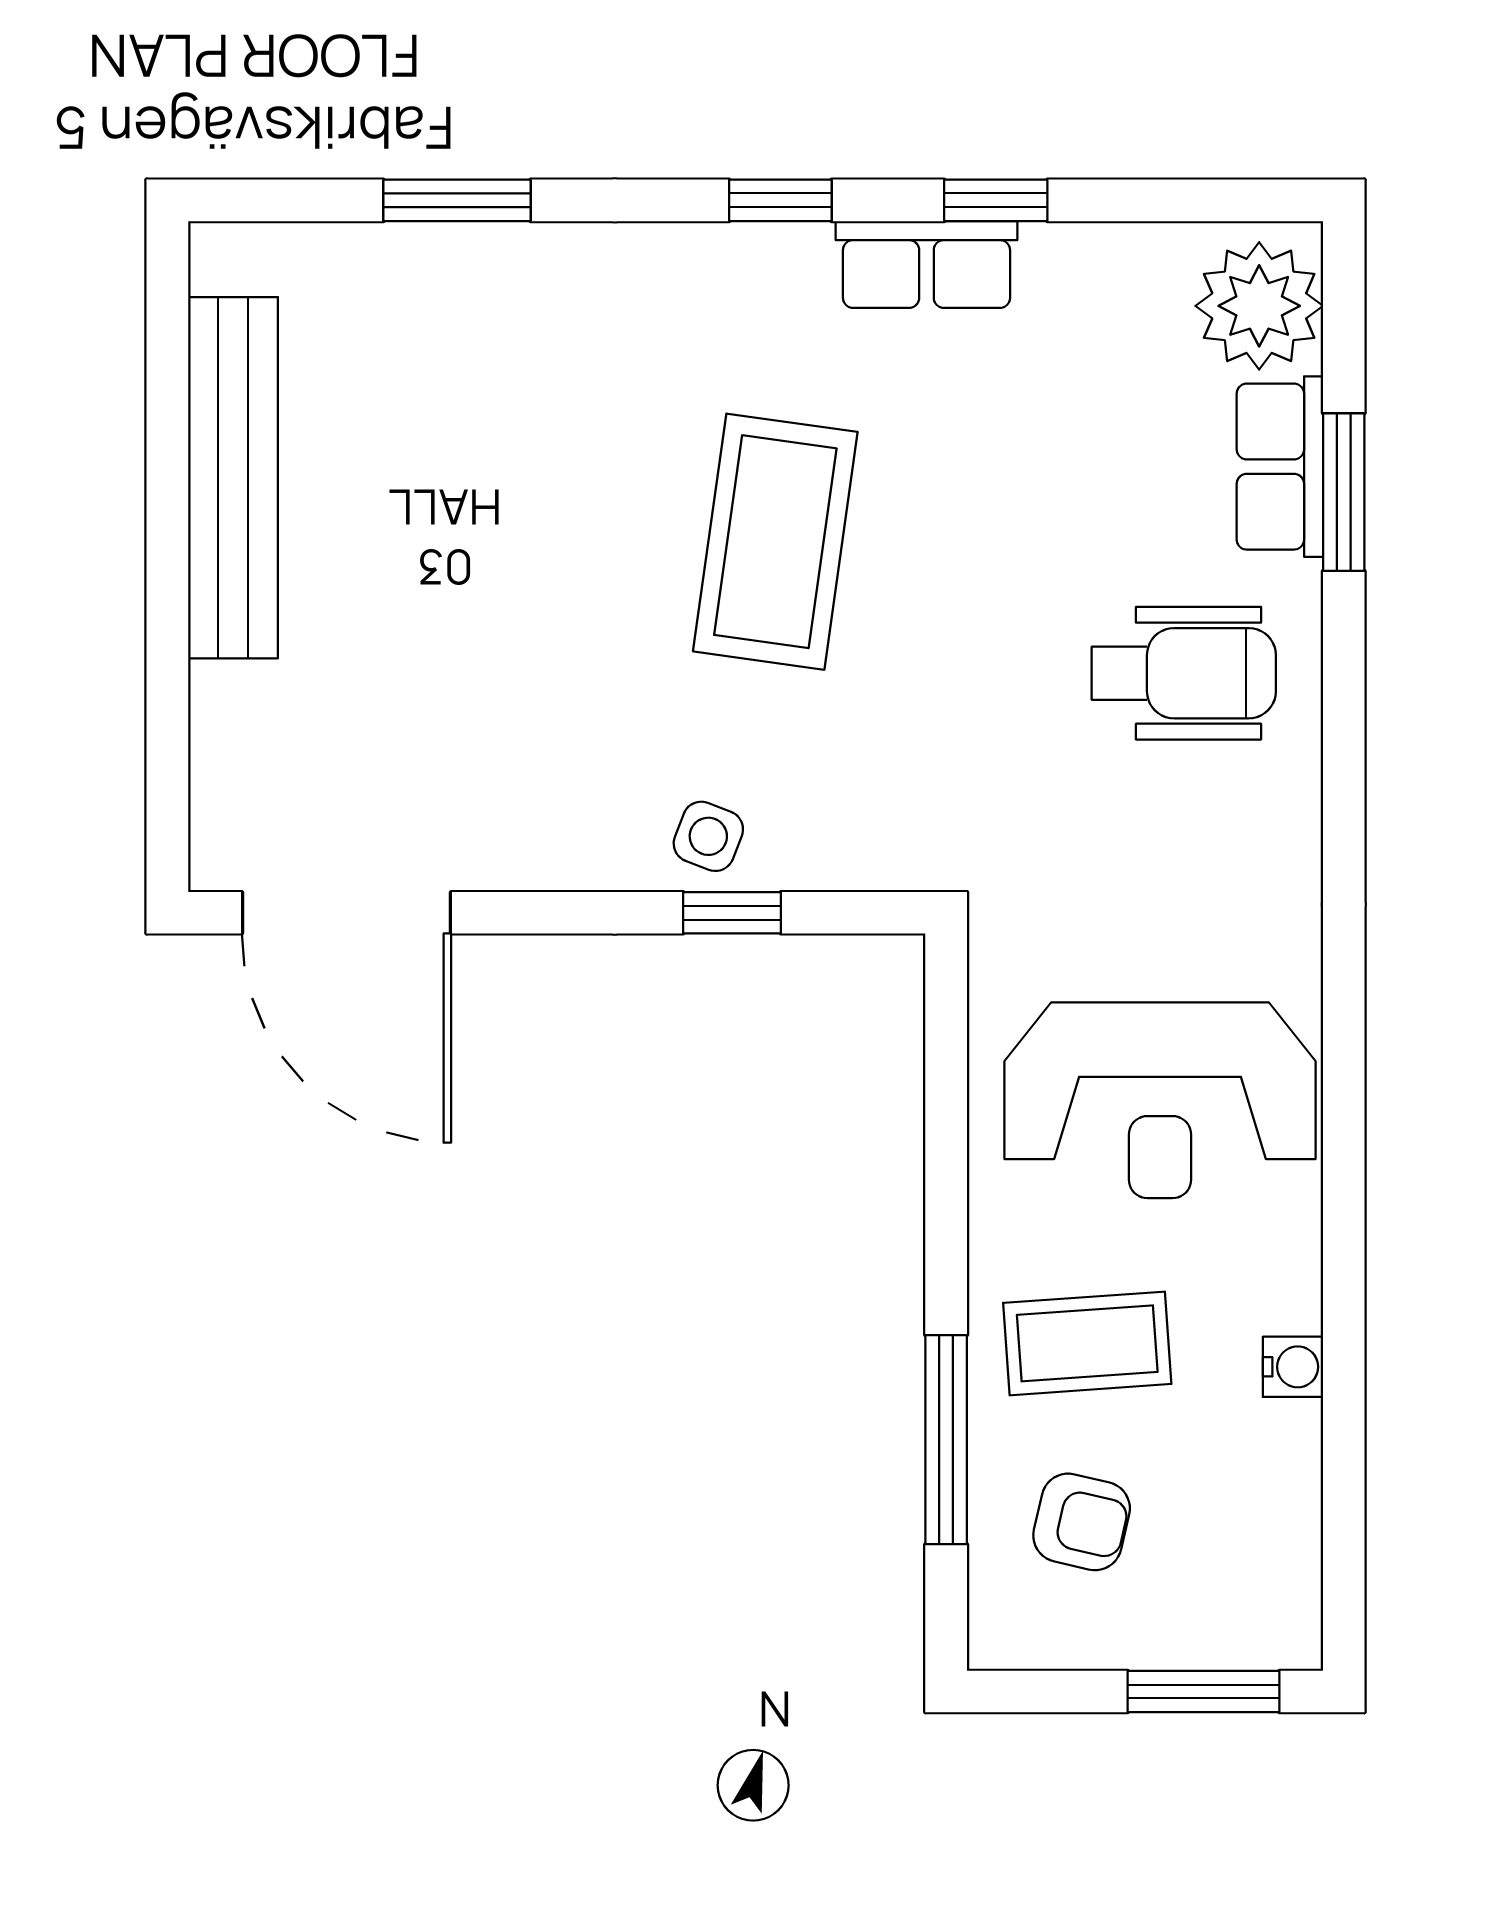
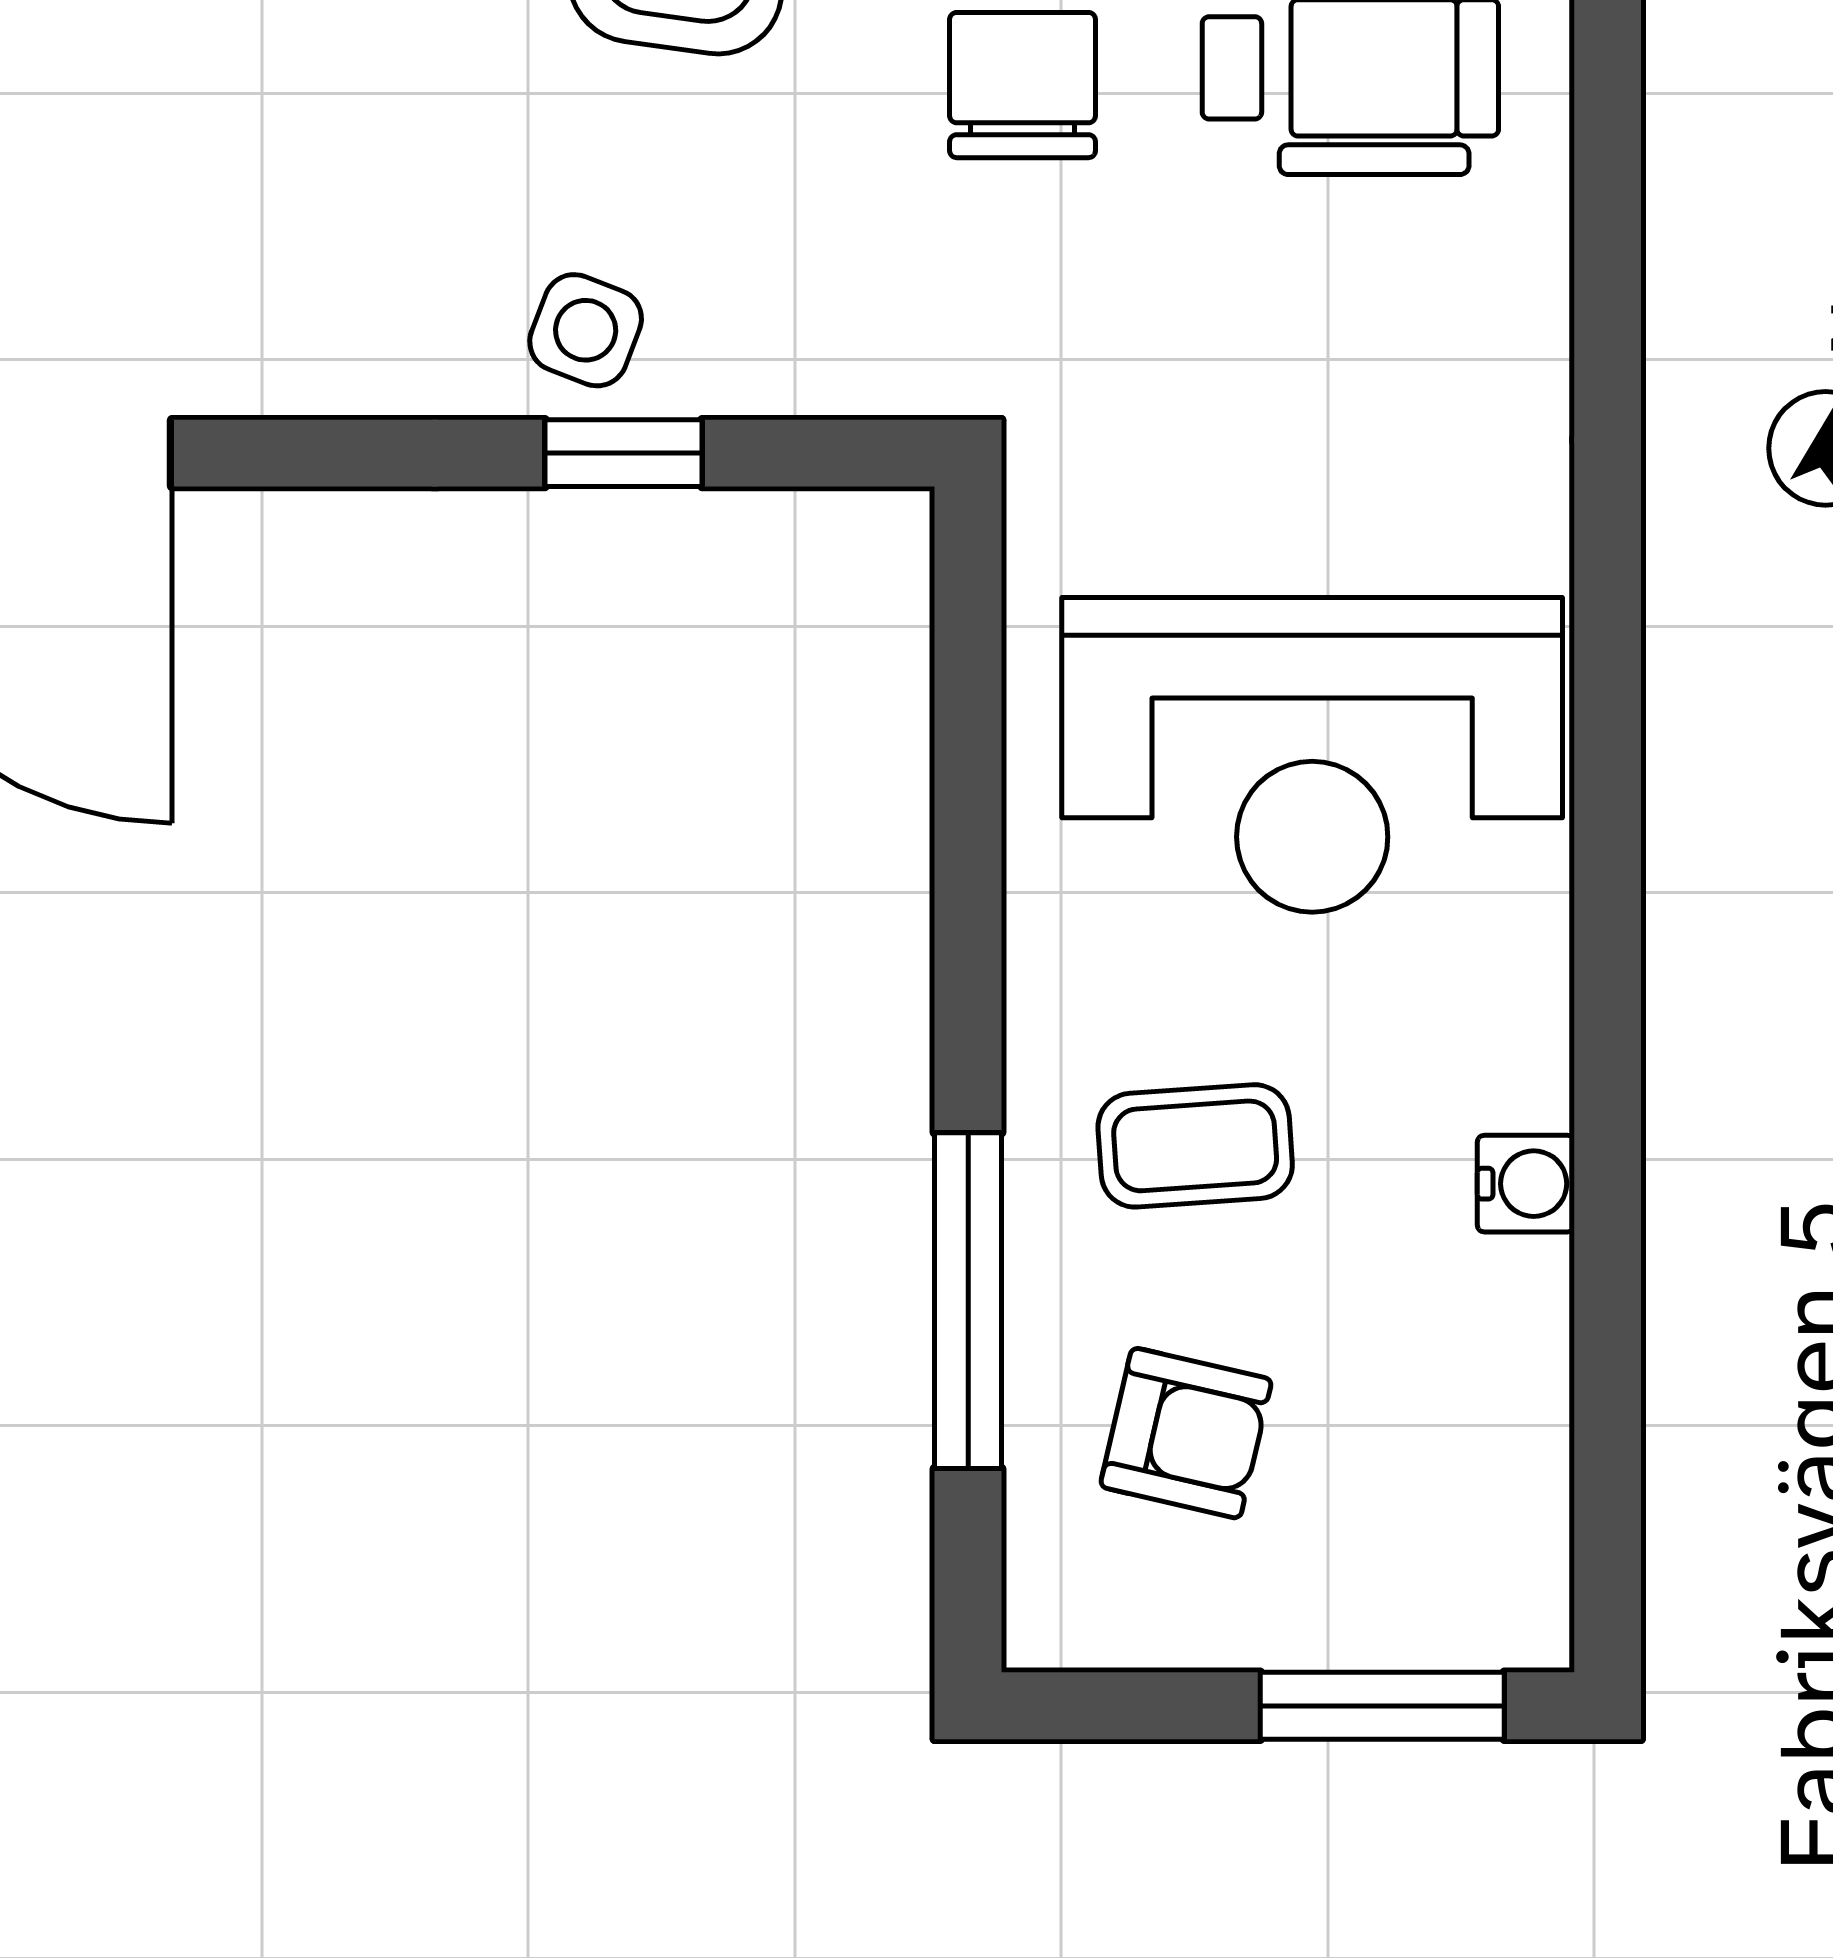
chair: (980, 684) -> (1023, 85), added
coffee table: (1087, 1343) -> (1195, 1146), width x0.73, depth x0.77

